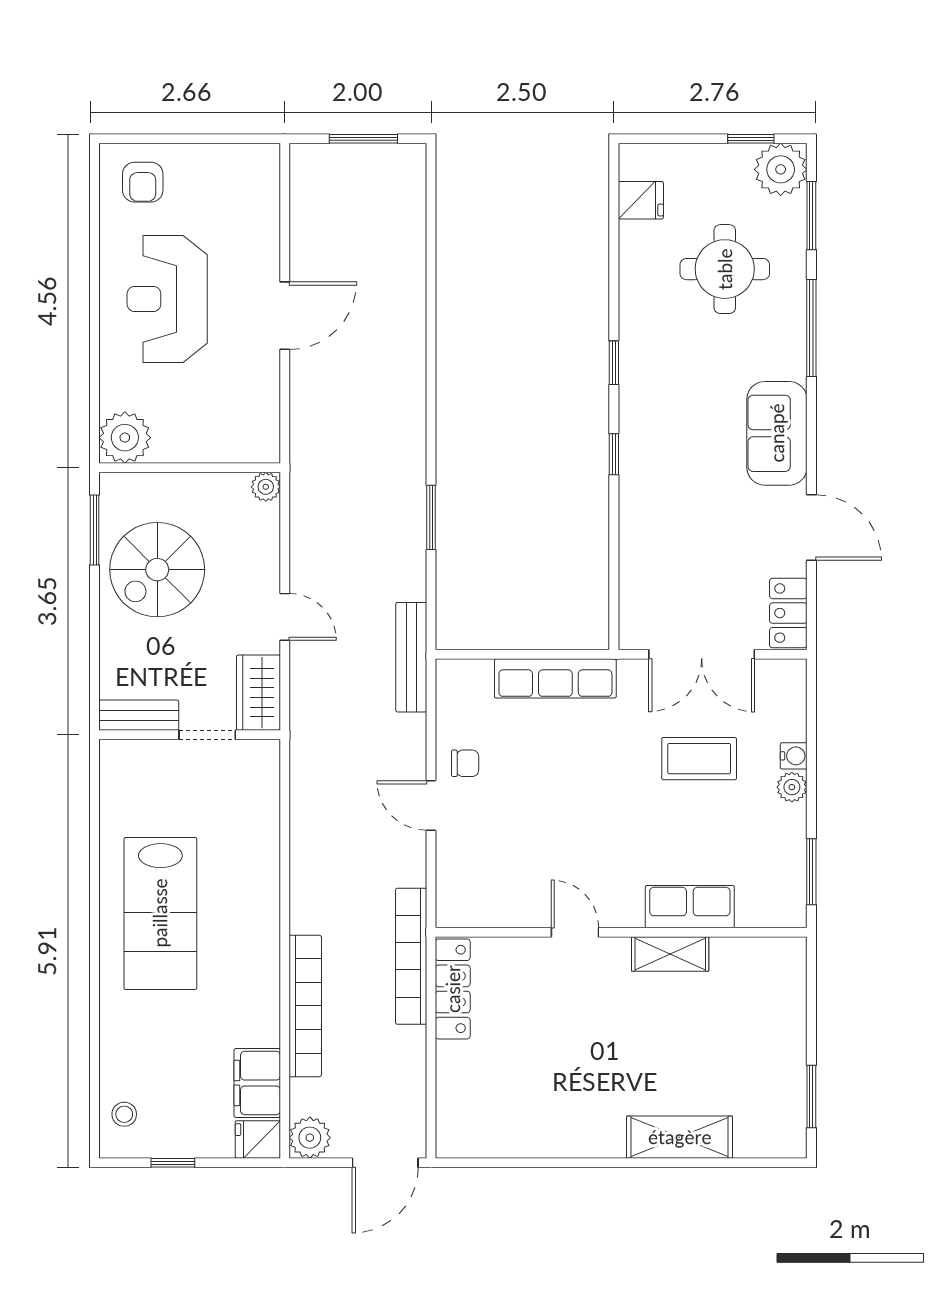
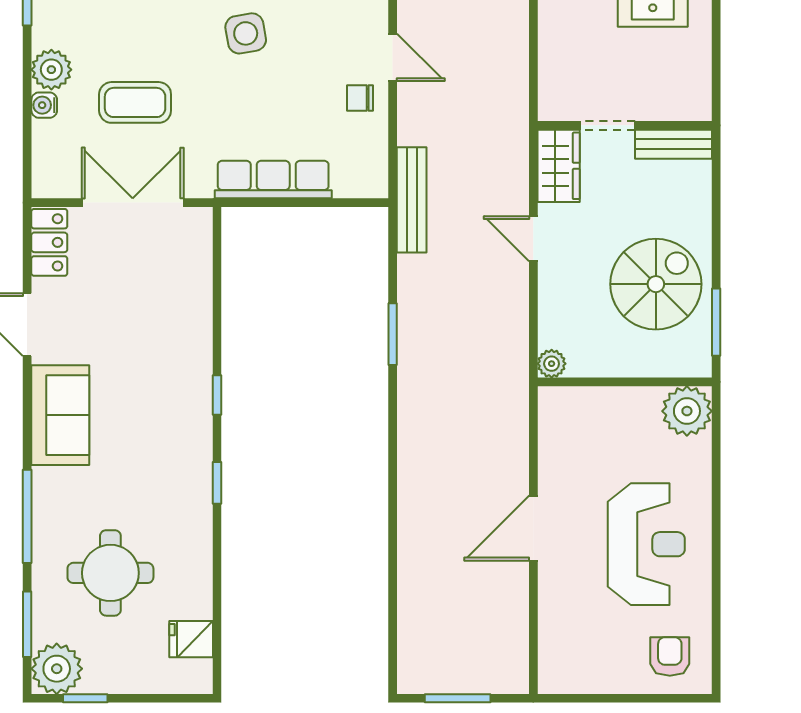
plant: (792, 787) -> (51, 70), width x1.38, depth x1.38
side table: (584, 830) -> (246, 33), added

